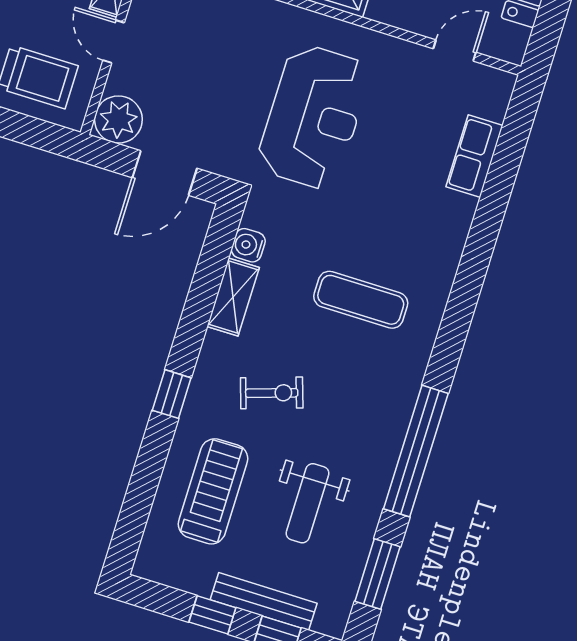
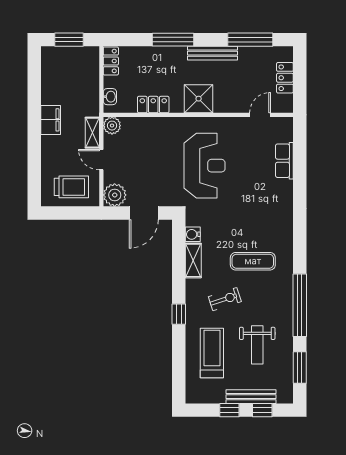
exercise mat: (361, 300) -> (253, 261), moved

